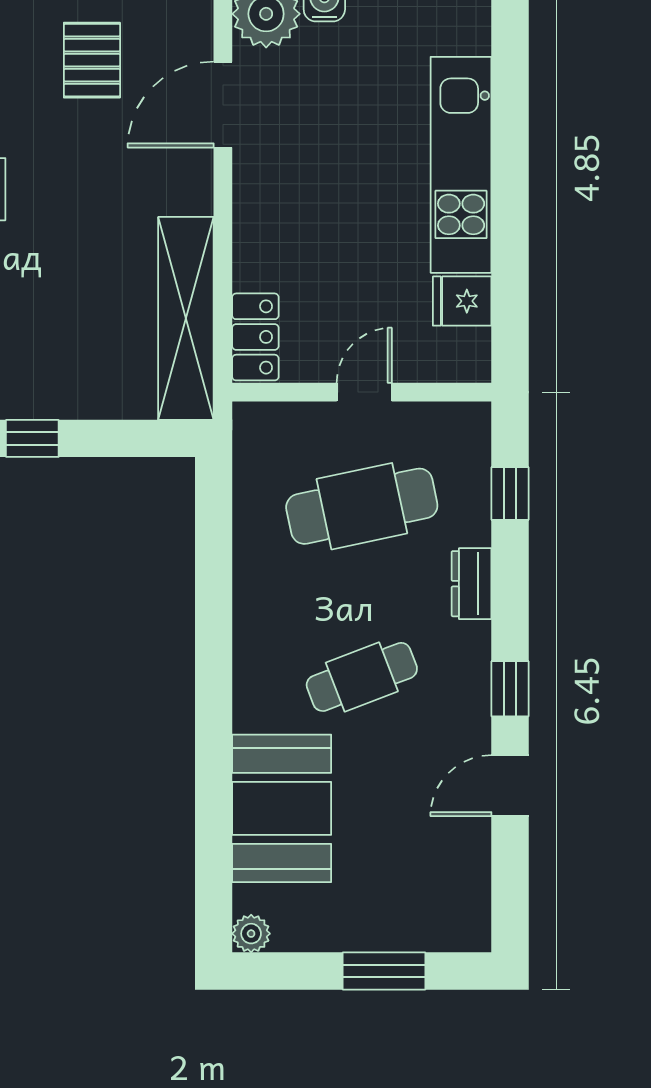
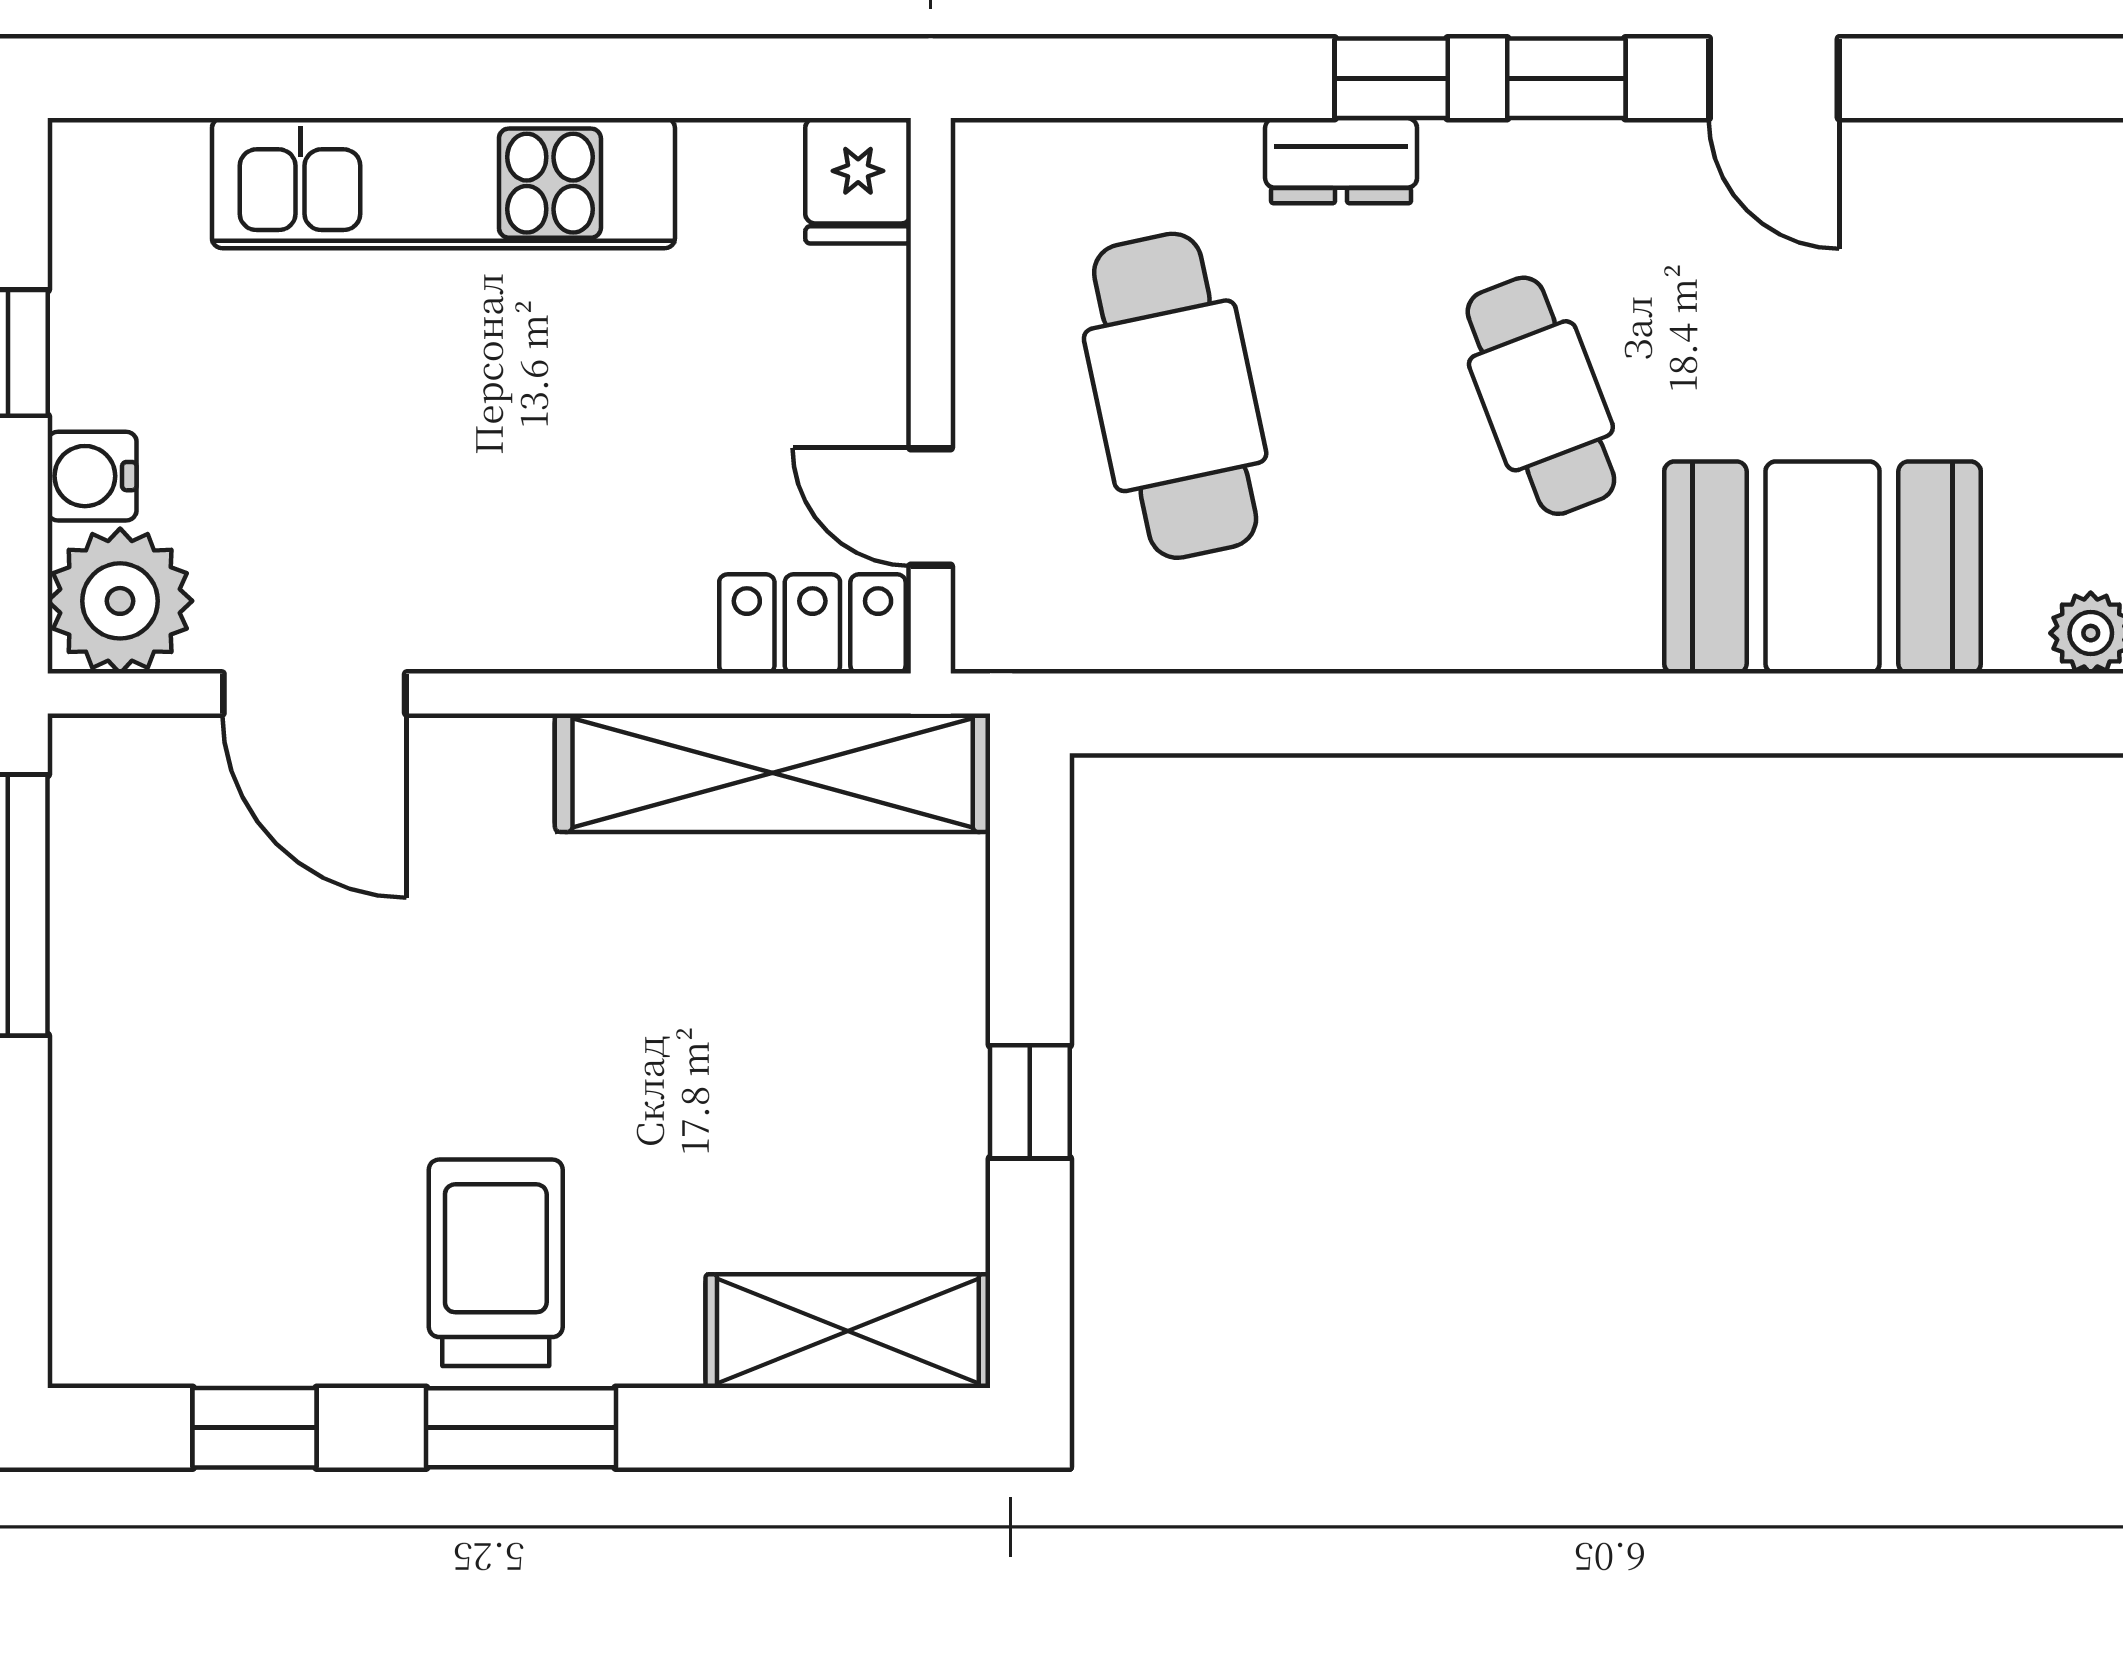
pallet: (92, 60) -> (219, 974), removed
fridge: (462, 301) -> (858, 181), moved
door: (364, 392) -> (931, 507), moved
window: (510, 494) -> (1391, 78), moved

